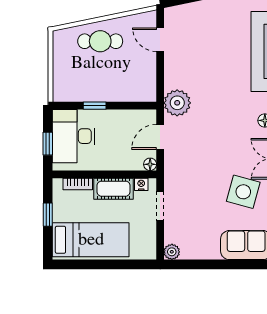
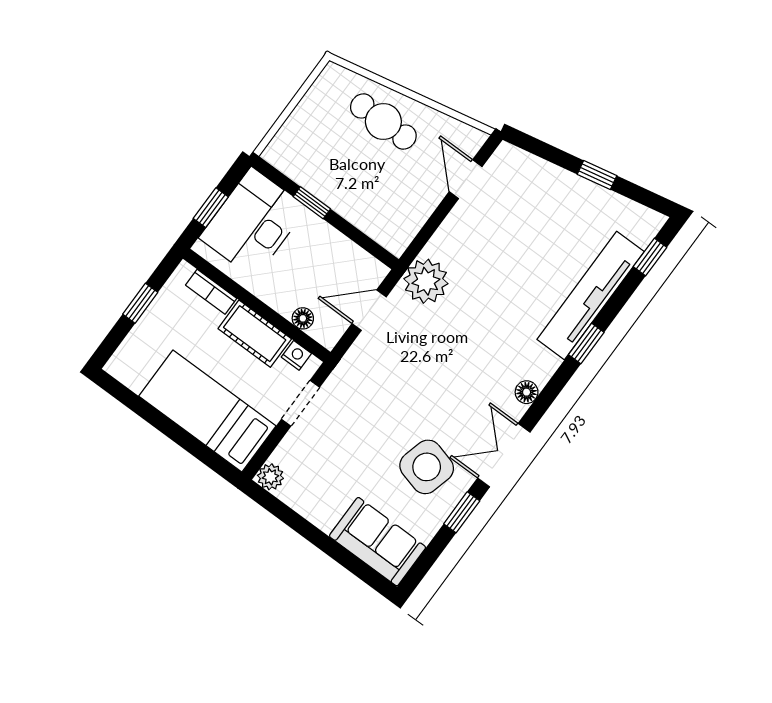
floor lamp: (150, 164) -> (303, 318), moved
bed: (91, 240) -> (207, 411), moved, turned 180

